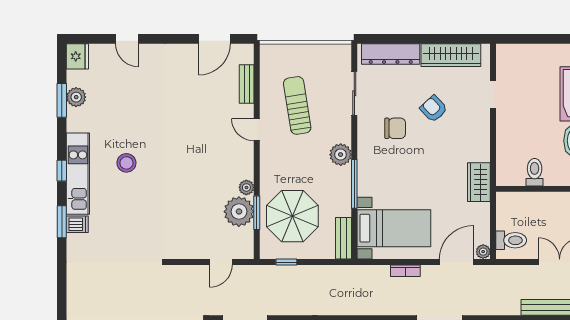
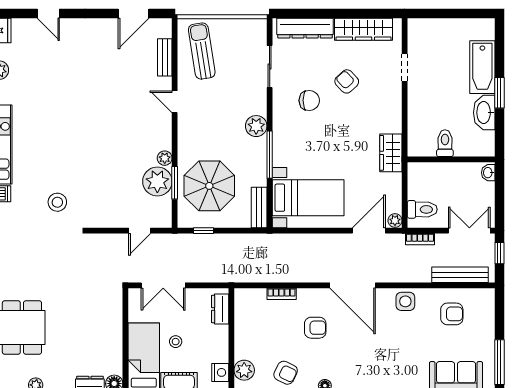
sun lounger: (297, 105) -> (202, 51), moved
stool: (126, 163) -> (57, 202), moved
bookcase: (405, 271) -> (420, 239), moved

